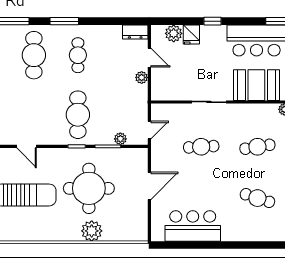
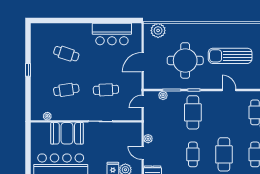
plant: (92, 231) -> (158, 30), moved

